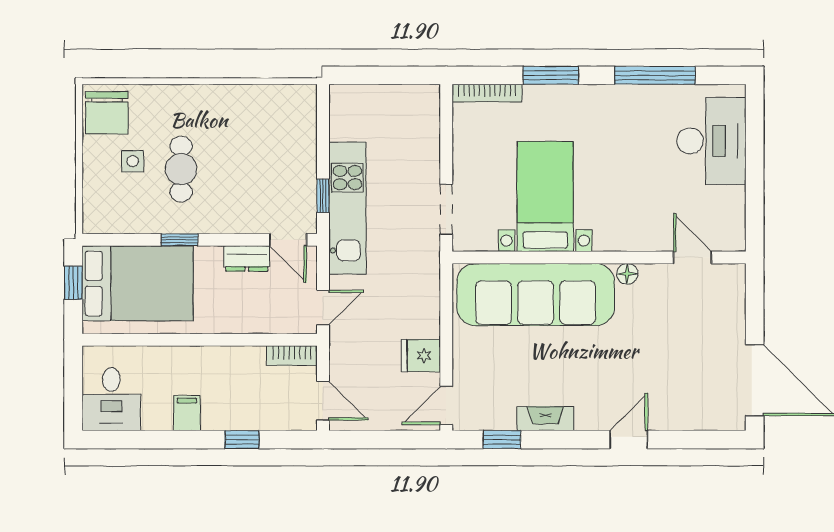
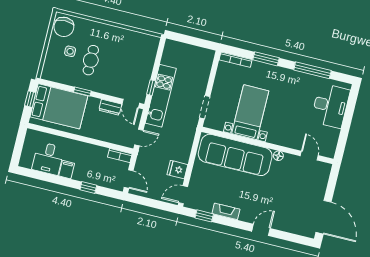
desk: (111, 399) -> (48, 158), moved

